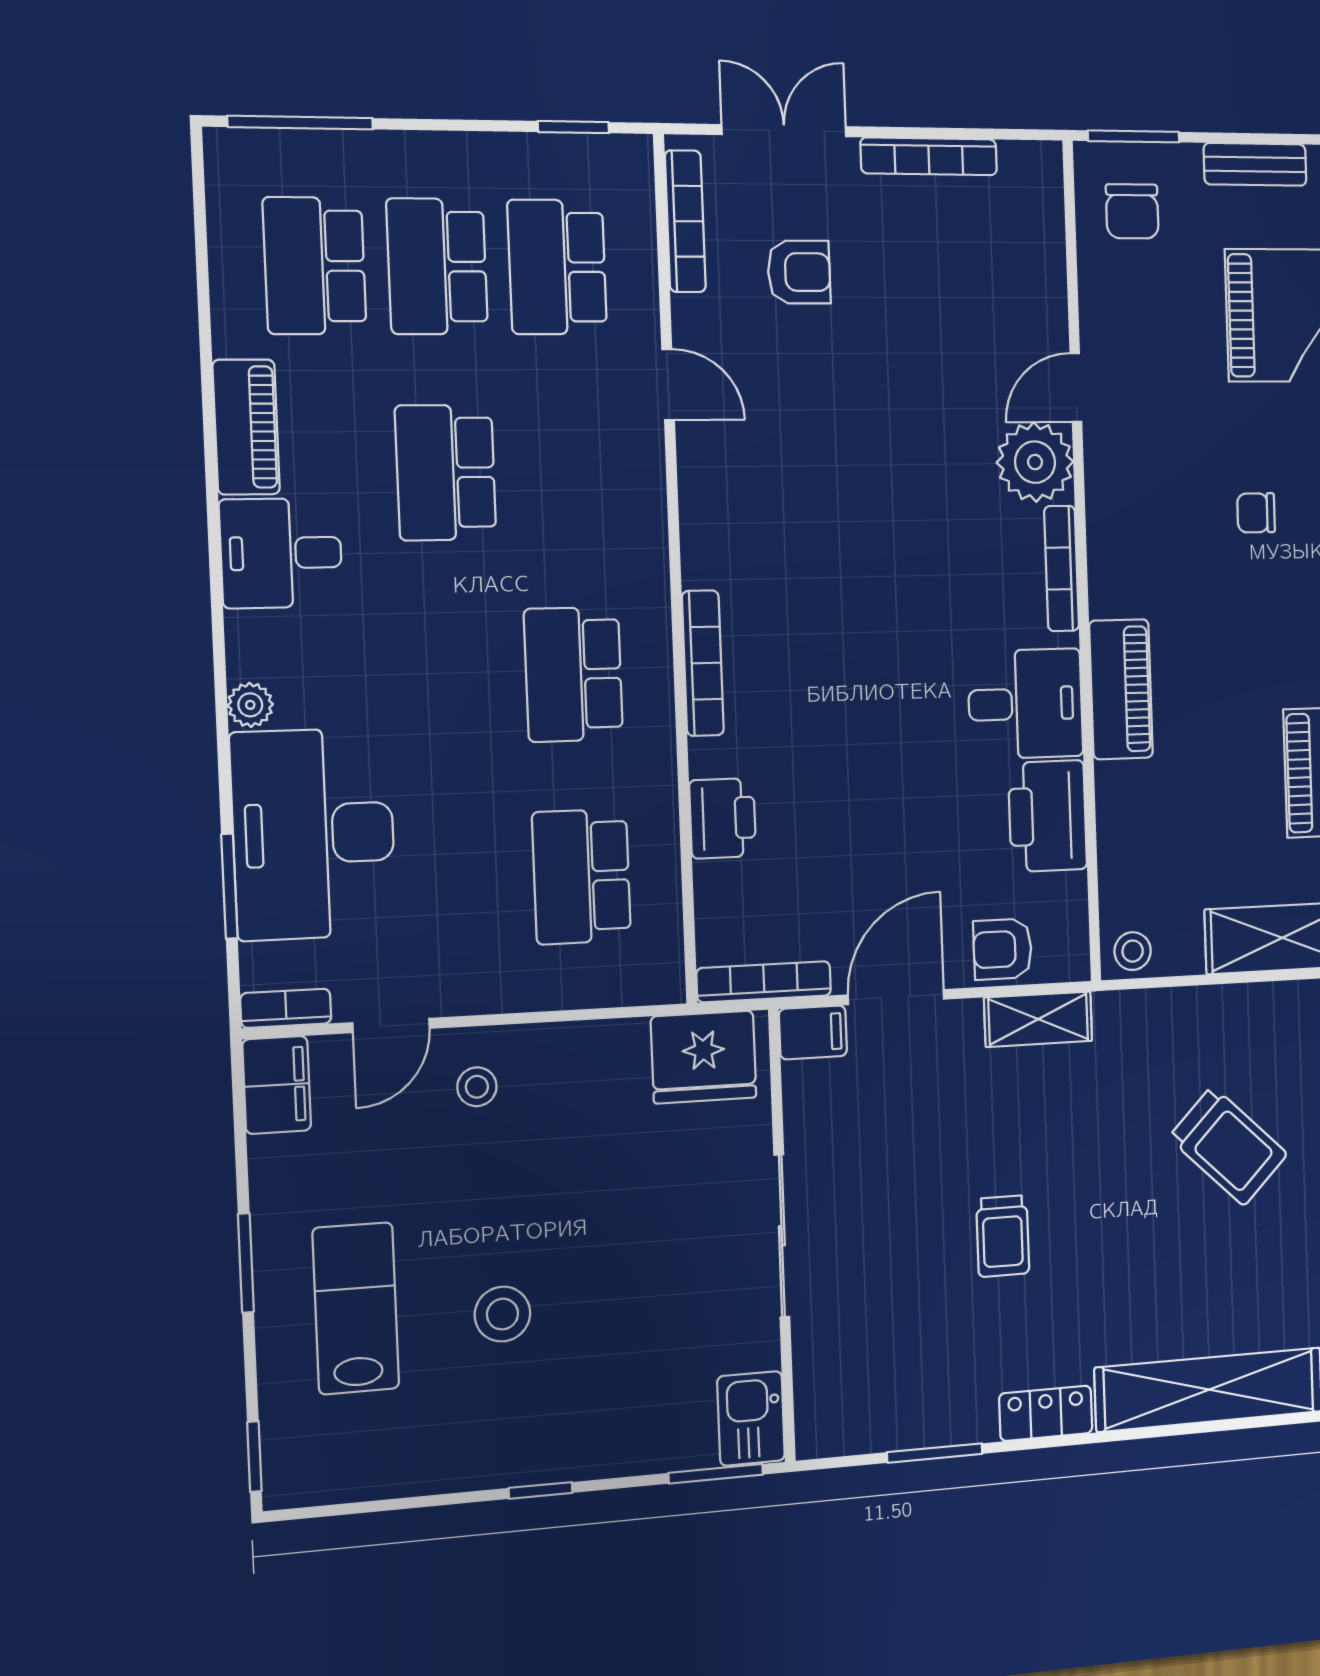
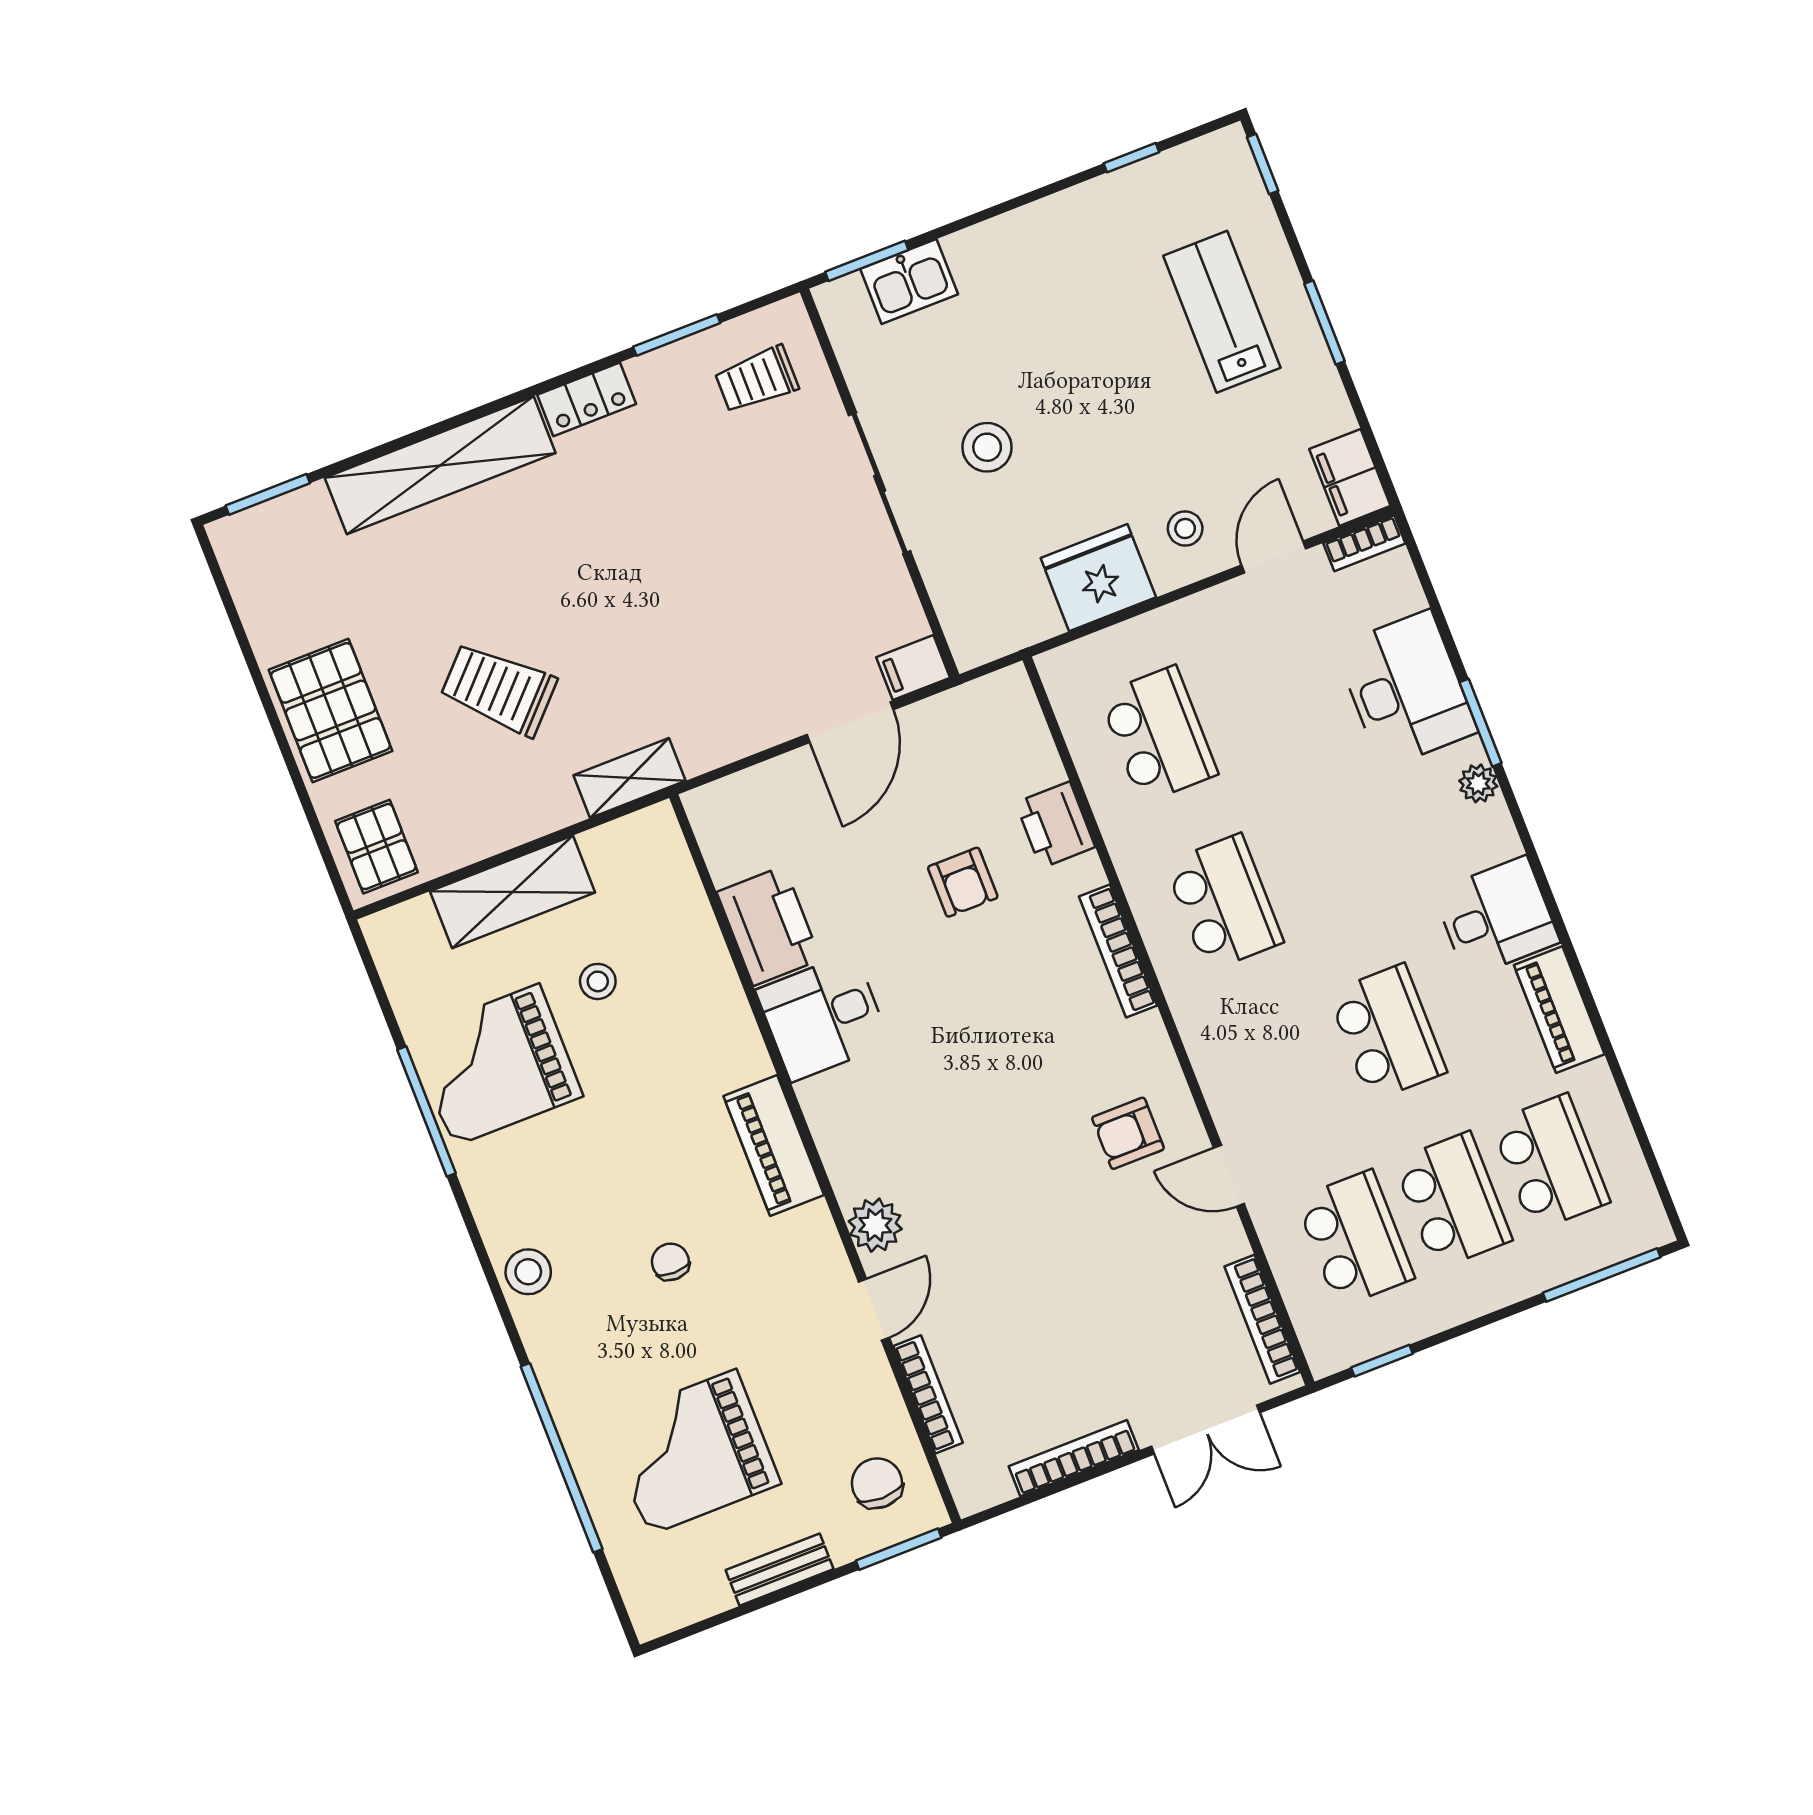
armchair: (799, 272) -> (1128, 1133), moved
plant: (1035, 462) -> (875, 1225), width x0.73, depth x0.73
chair: (1256, 513) -> (670, 1262), turned -90
bookcase: (1062, 568) -> (928, 1394), moved
piano: (1121, 689) -> (774, 1145), moved
desk: (314, 834) -> (1406, 689), width x0.73, depth x0.77
window: (229, 886) -> (1481, 723), moved
armchair: (1003, 949) -> (963, 882), moved, turned 90
stool: (1133, 951) -> (598, 981), moved
bookcase: (764, 982) -> (971, 697), removed
shelving: (1038, 1019) -> (630, 778), moved
fridge: (704, 1057) -> (1098, 578), moved
trolley: (1003, 1236) -> (757, 379), moved, turned -90
lab bench: (356, 1308) -> (1222, 312), turned 180
stool: (502, 1314) -> (987, 447), moved
kitchen sink: (751, 1418) -> (909, 282), moved, turned 90
window: (541, 1490) -> (1131, 158), moved

